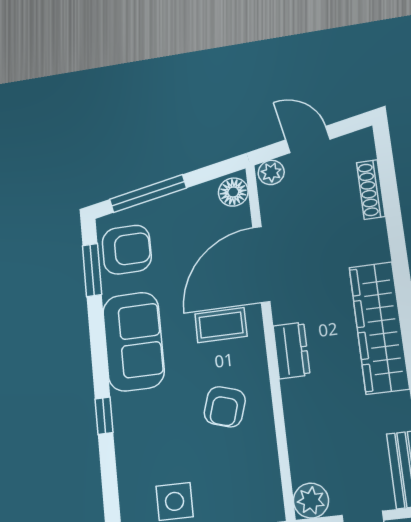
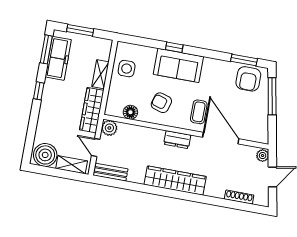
floor lamp: (233, 192) -> (130, 112), moved
sofa: (133, 342) -> (178, 65), moved

